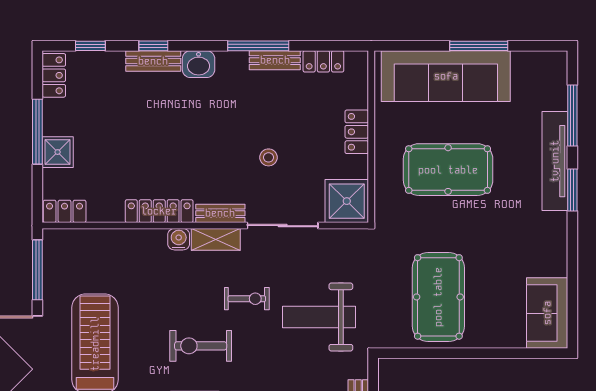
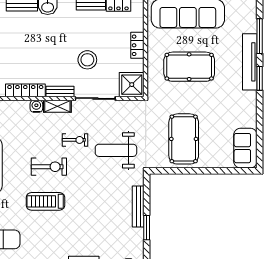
stool: (269, 157) -> (87, 60), width x1.89, depth x1.89
exercise bike: (201, 346) -> (49, 167), turned 180

